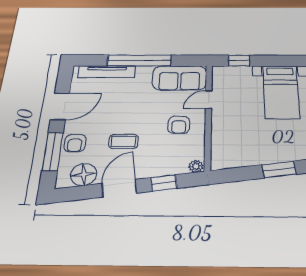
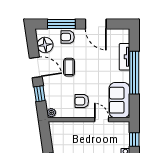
tv unit: (107, 72) -> (125, 57), width x0.71

